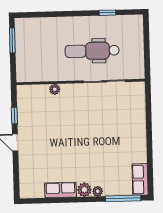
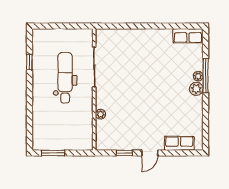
dental chair: (92, 51) -> (65, 78), turned 180
row of seats: (61, 190) -> (179, 143), moved, turned 90
window: (123, 198) -> (206, 76), moved

